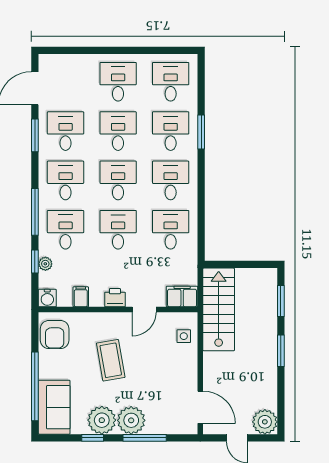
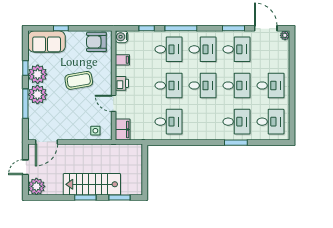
desk: (171, 180) -> (203, 122), removed
plant: (45, 264) -> (285, 35), moved
stairs: (219, 309) -> (92, 184), moved, turned 180
window: (35, 386) -> (61, 28), width x0.32

